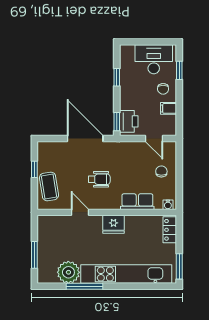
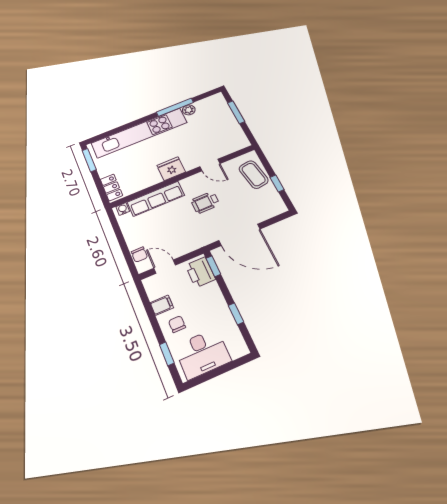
chair: (161, 171) -> (139, 255), moved
row of seats: (137, 202) -> (156, 199), width x1.48
plant: (68, 272) -> (189, 110), width x0.53, depth x0.53

